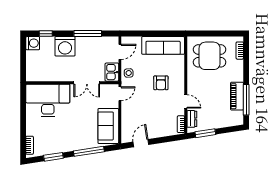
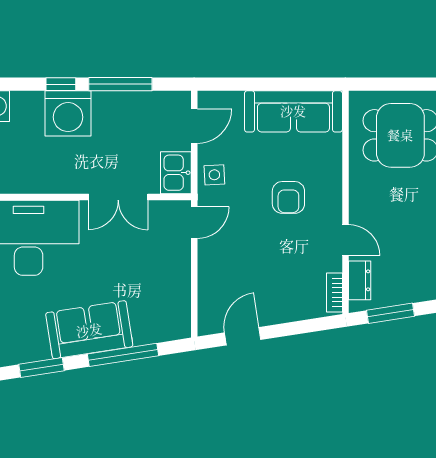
window: (46, 34) -> (61, 84), moved
sofa: (108, 126) -> (89, 330), moved, turned 81

